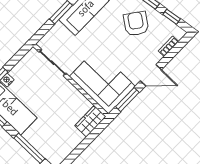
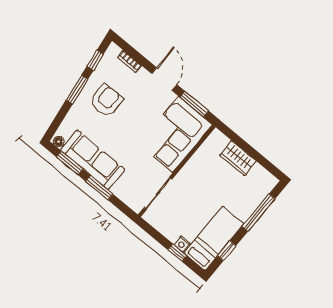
armchair: (136, 24) -> (106, 101), turned 143
wardrobe: (90, 121) -> (238, 158), moved

